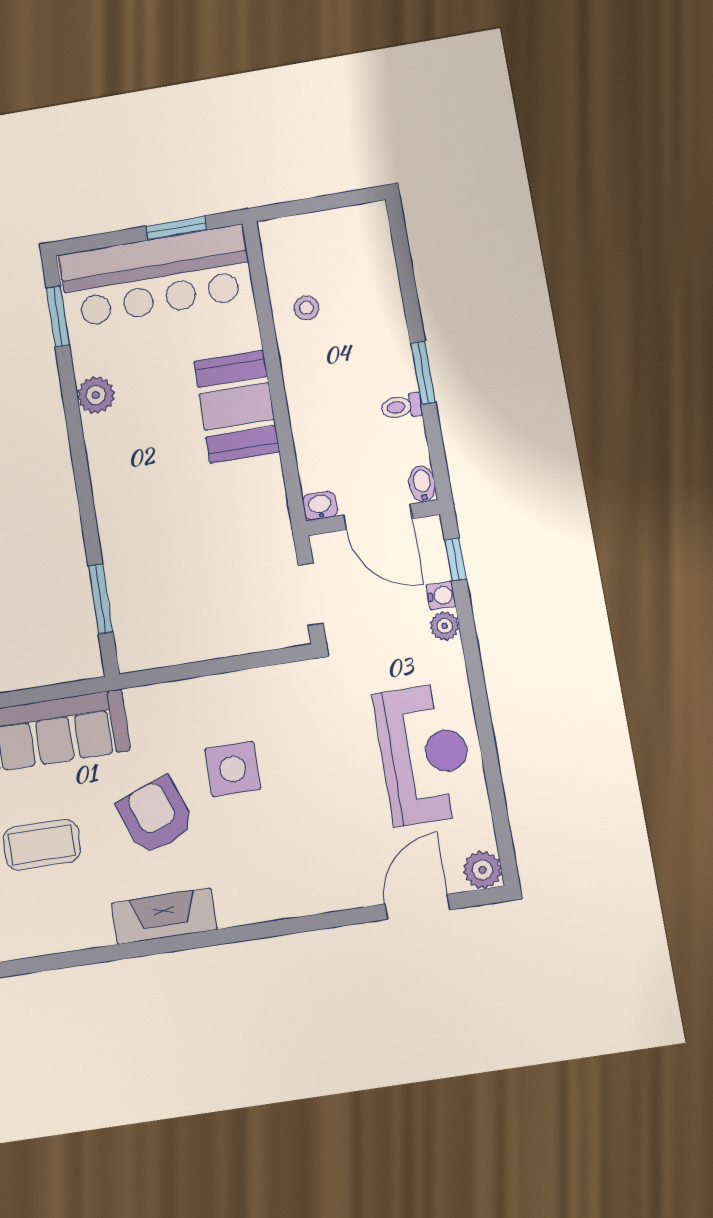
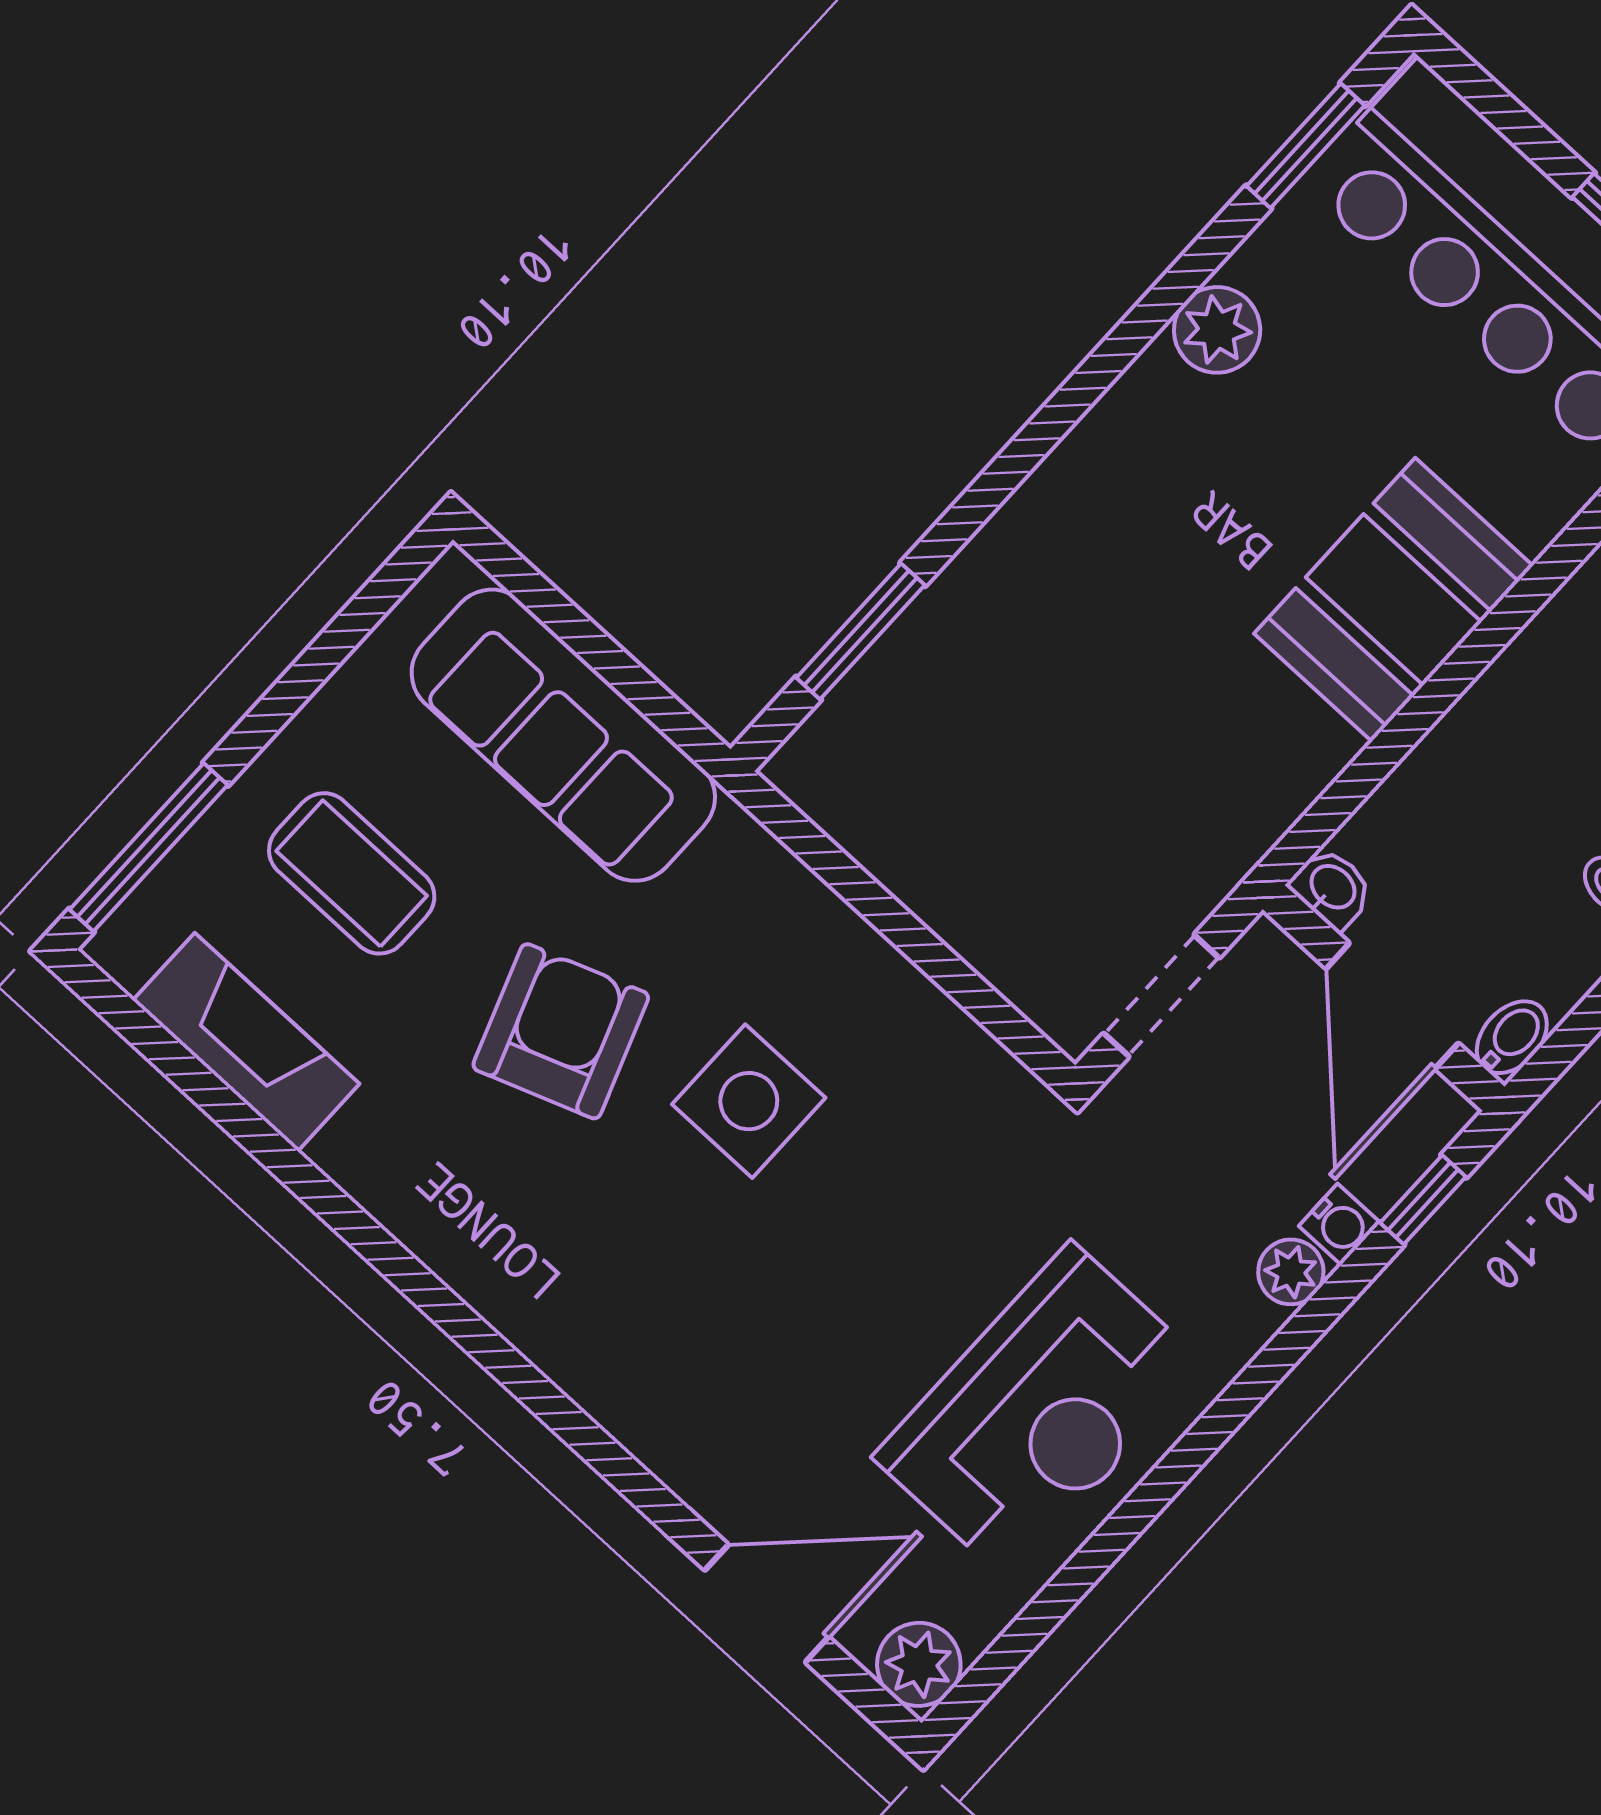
fireplace: (164, 916) -> (246, 1042), moved

